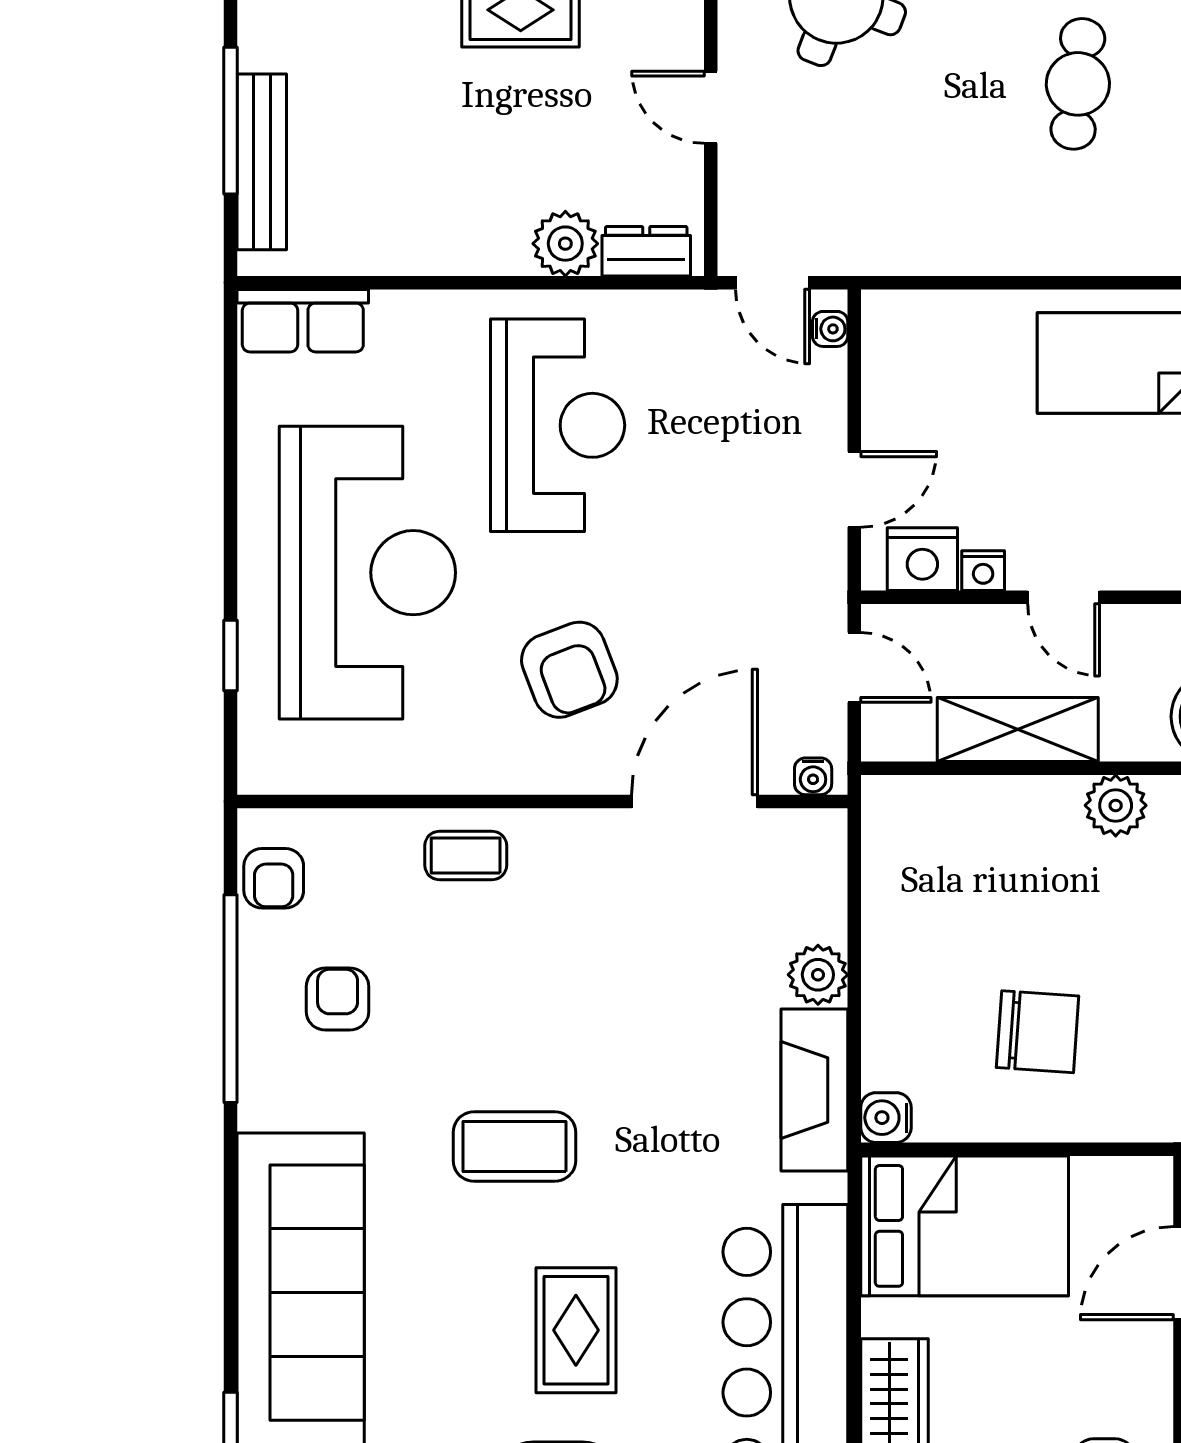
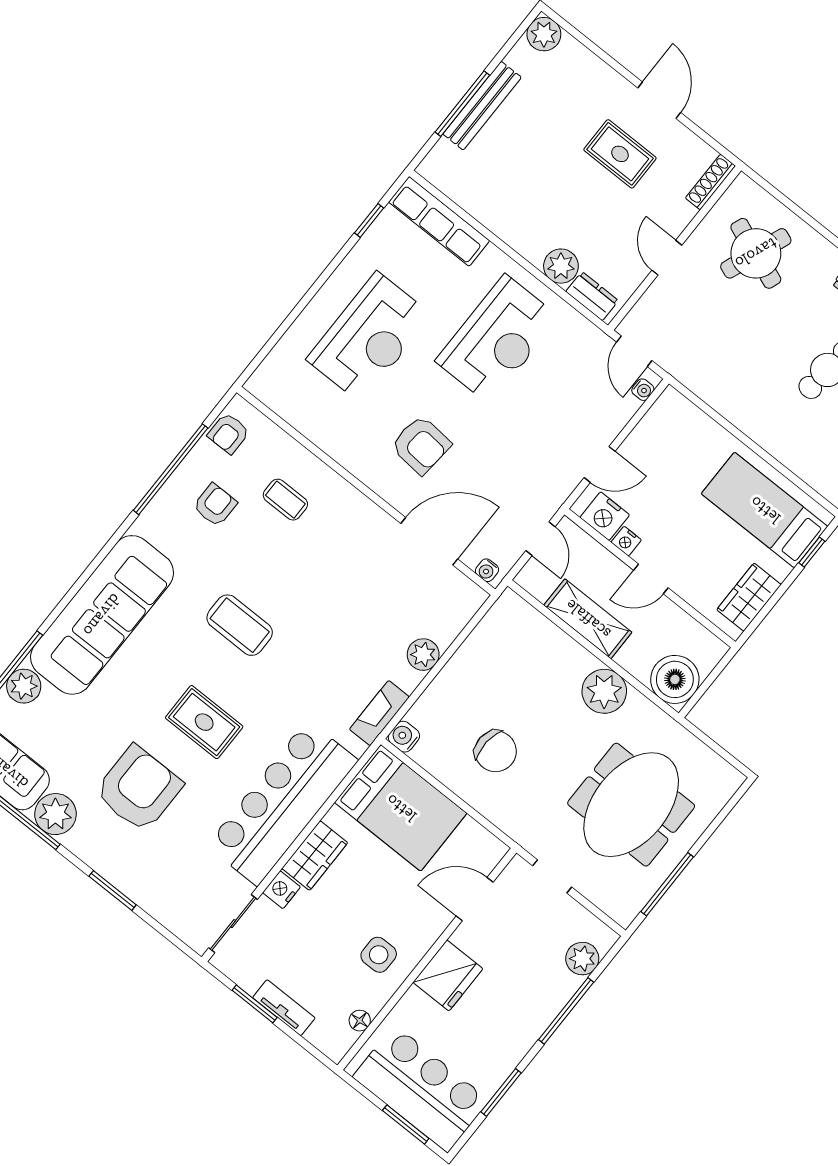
bench: (262, 162) -> (482, 106), moved
row of seats: (303, 321) -> (439, 221), width x1.48
reception desk: (367, 573) -> (369, 337), width x0.74, depth x0.77
door: (1064, 597) -> (651, 579), hinge flipped
window: (231, 656) -> (369, 220), moved
armchair: (569, 670) -> (421, 445), turned -64
plant: (1116, 805) -> (604, 691), width x1.36, depth x1.36
coffee table: (466, 855) -> (285, 500), moved
fireplace: (814, 1090) -> (379, 713), width x0.73, depth x0.76
rug: (576, 1330) -> (204, 722), turned 90

